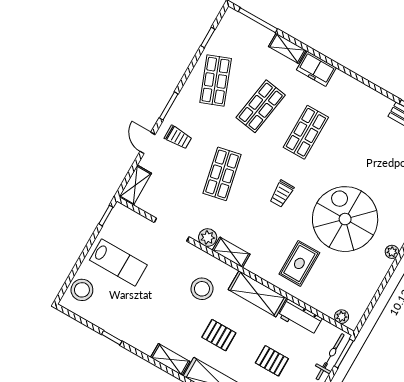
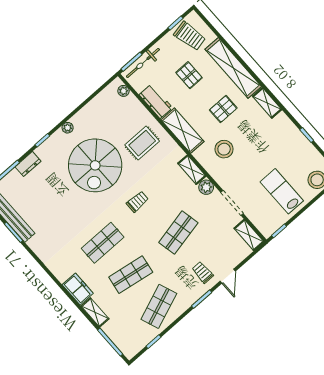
shelving: (135, 185) -> (249, 235), moved, turned 90
pallet: (219, 335) -> (223, 109), turned 90

